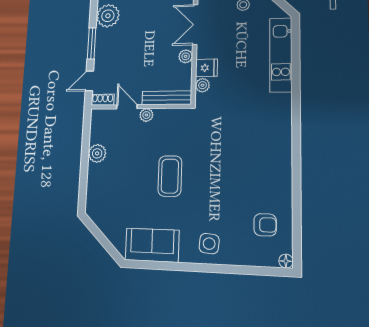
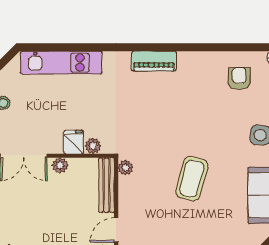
plant: (146, 115) -> (126, 168), moved
piano: (282, 141) -> (154, 61), added
coffee table: (170, 176) -> (192, 179), turned -75

